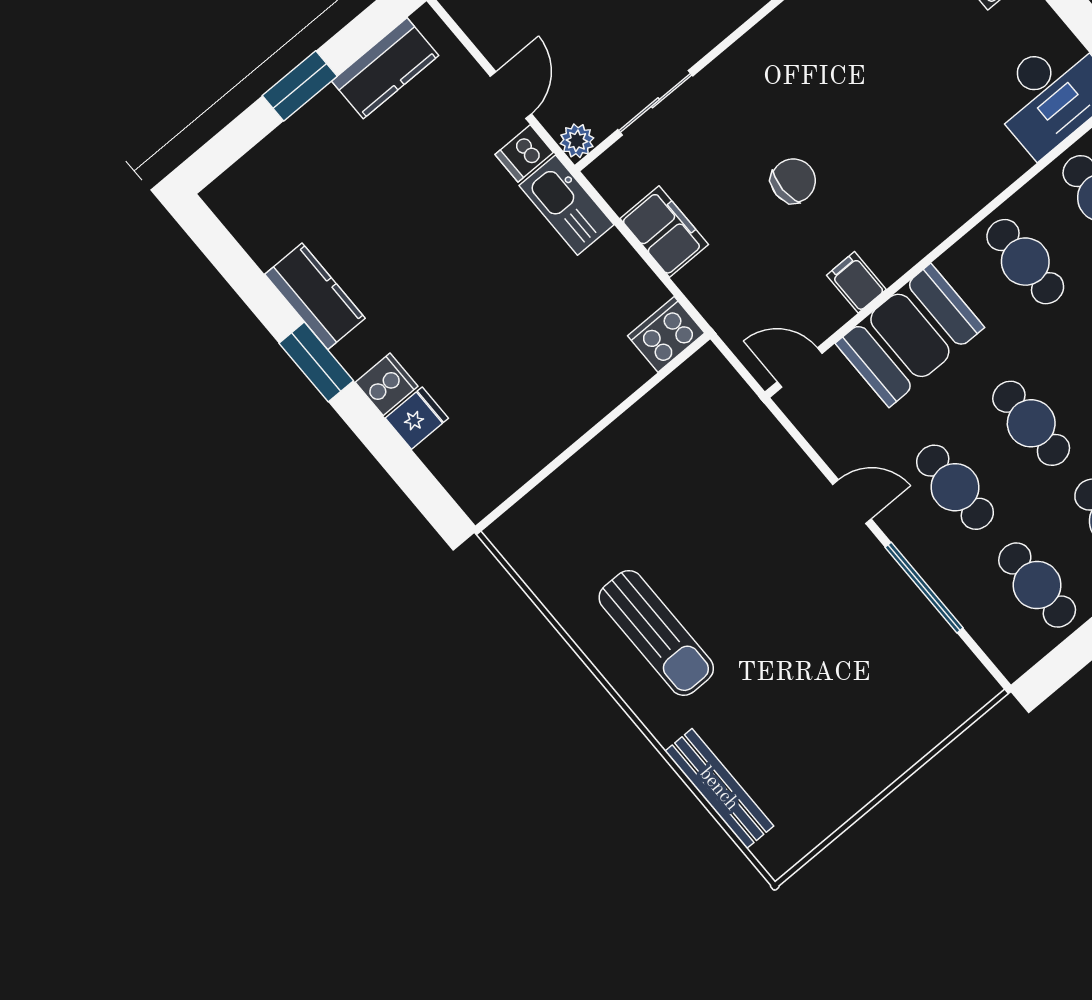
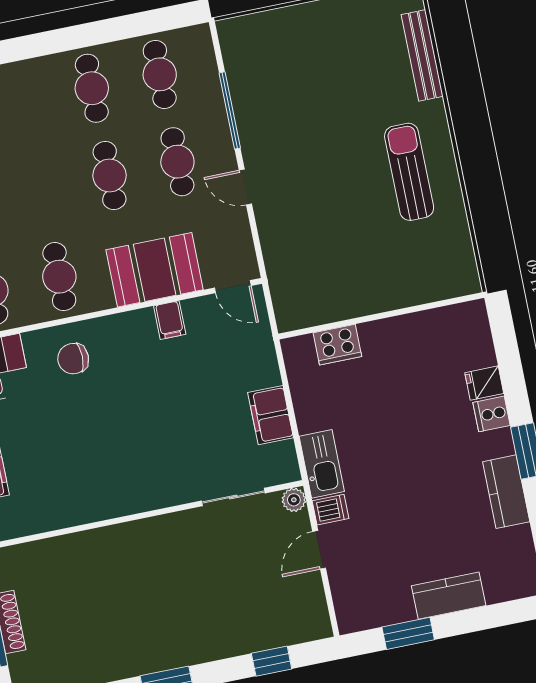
kitchen counter: (385, 68) -> (449, 596), moved
window: (300, 86) -> (408, 633), moved
chair: (793, 181) -> (73, 359), moved
cooker: (666, 334) -> (337, 345), moved

